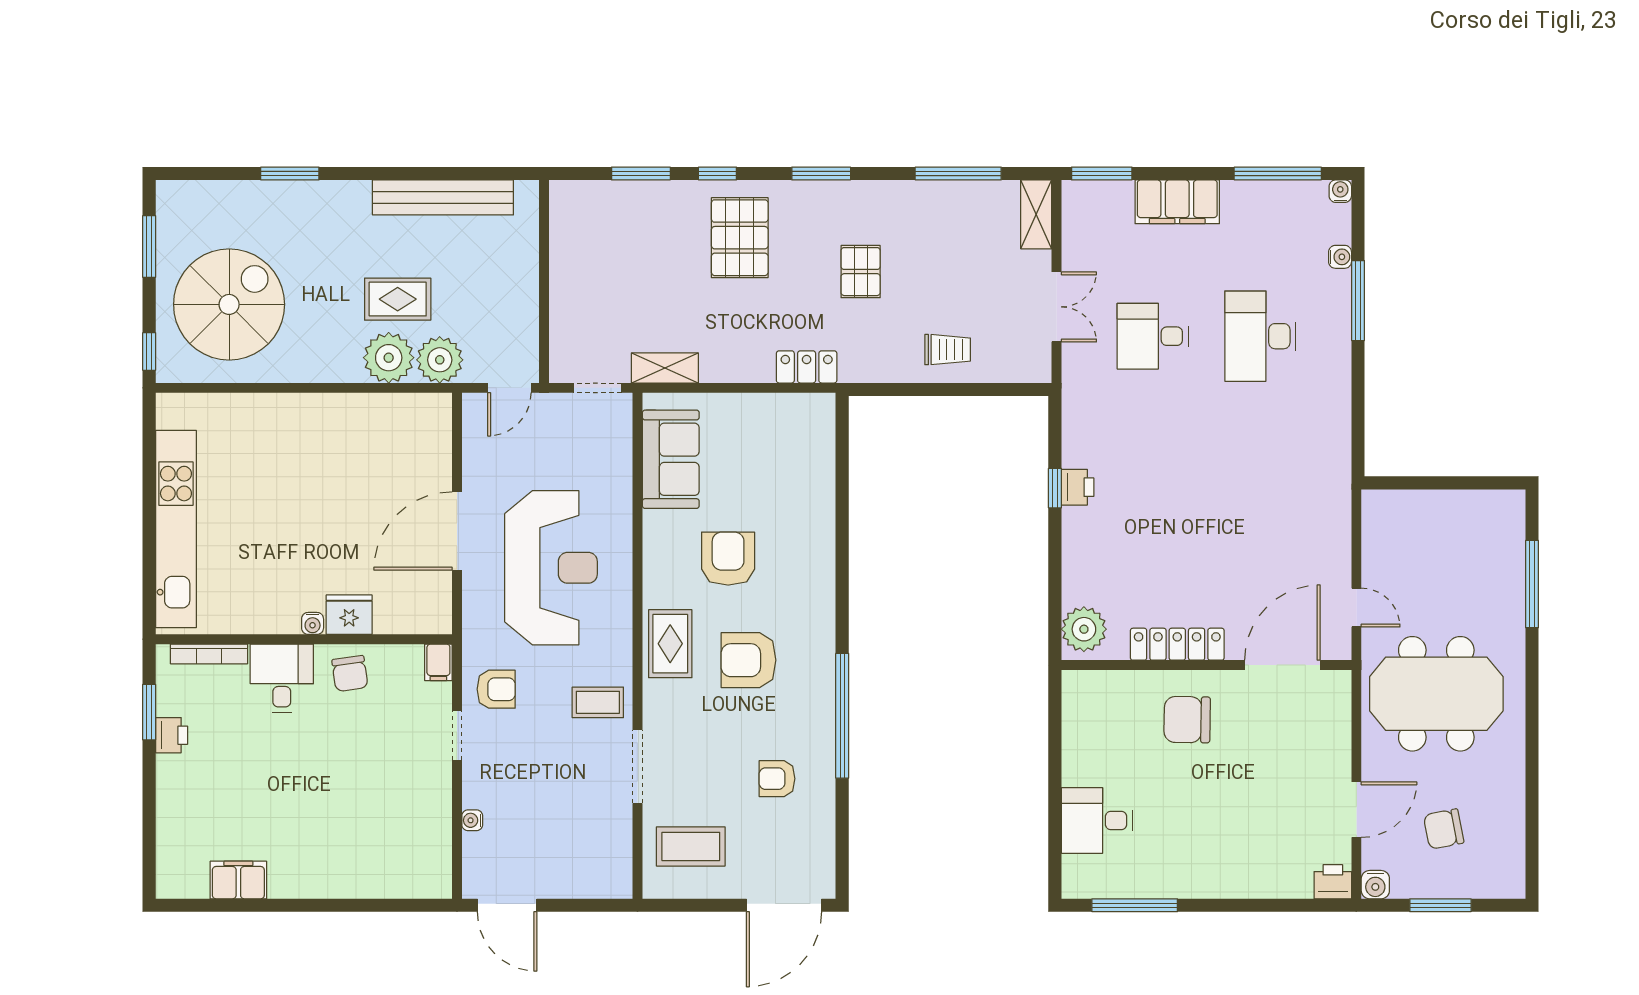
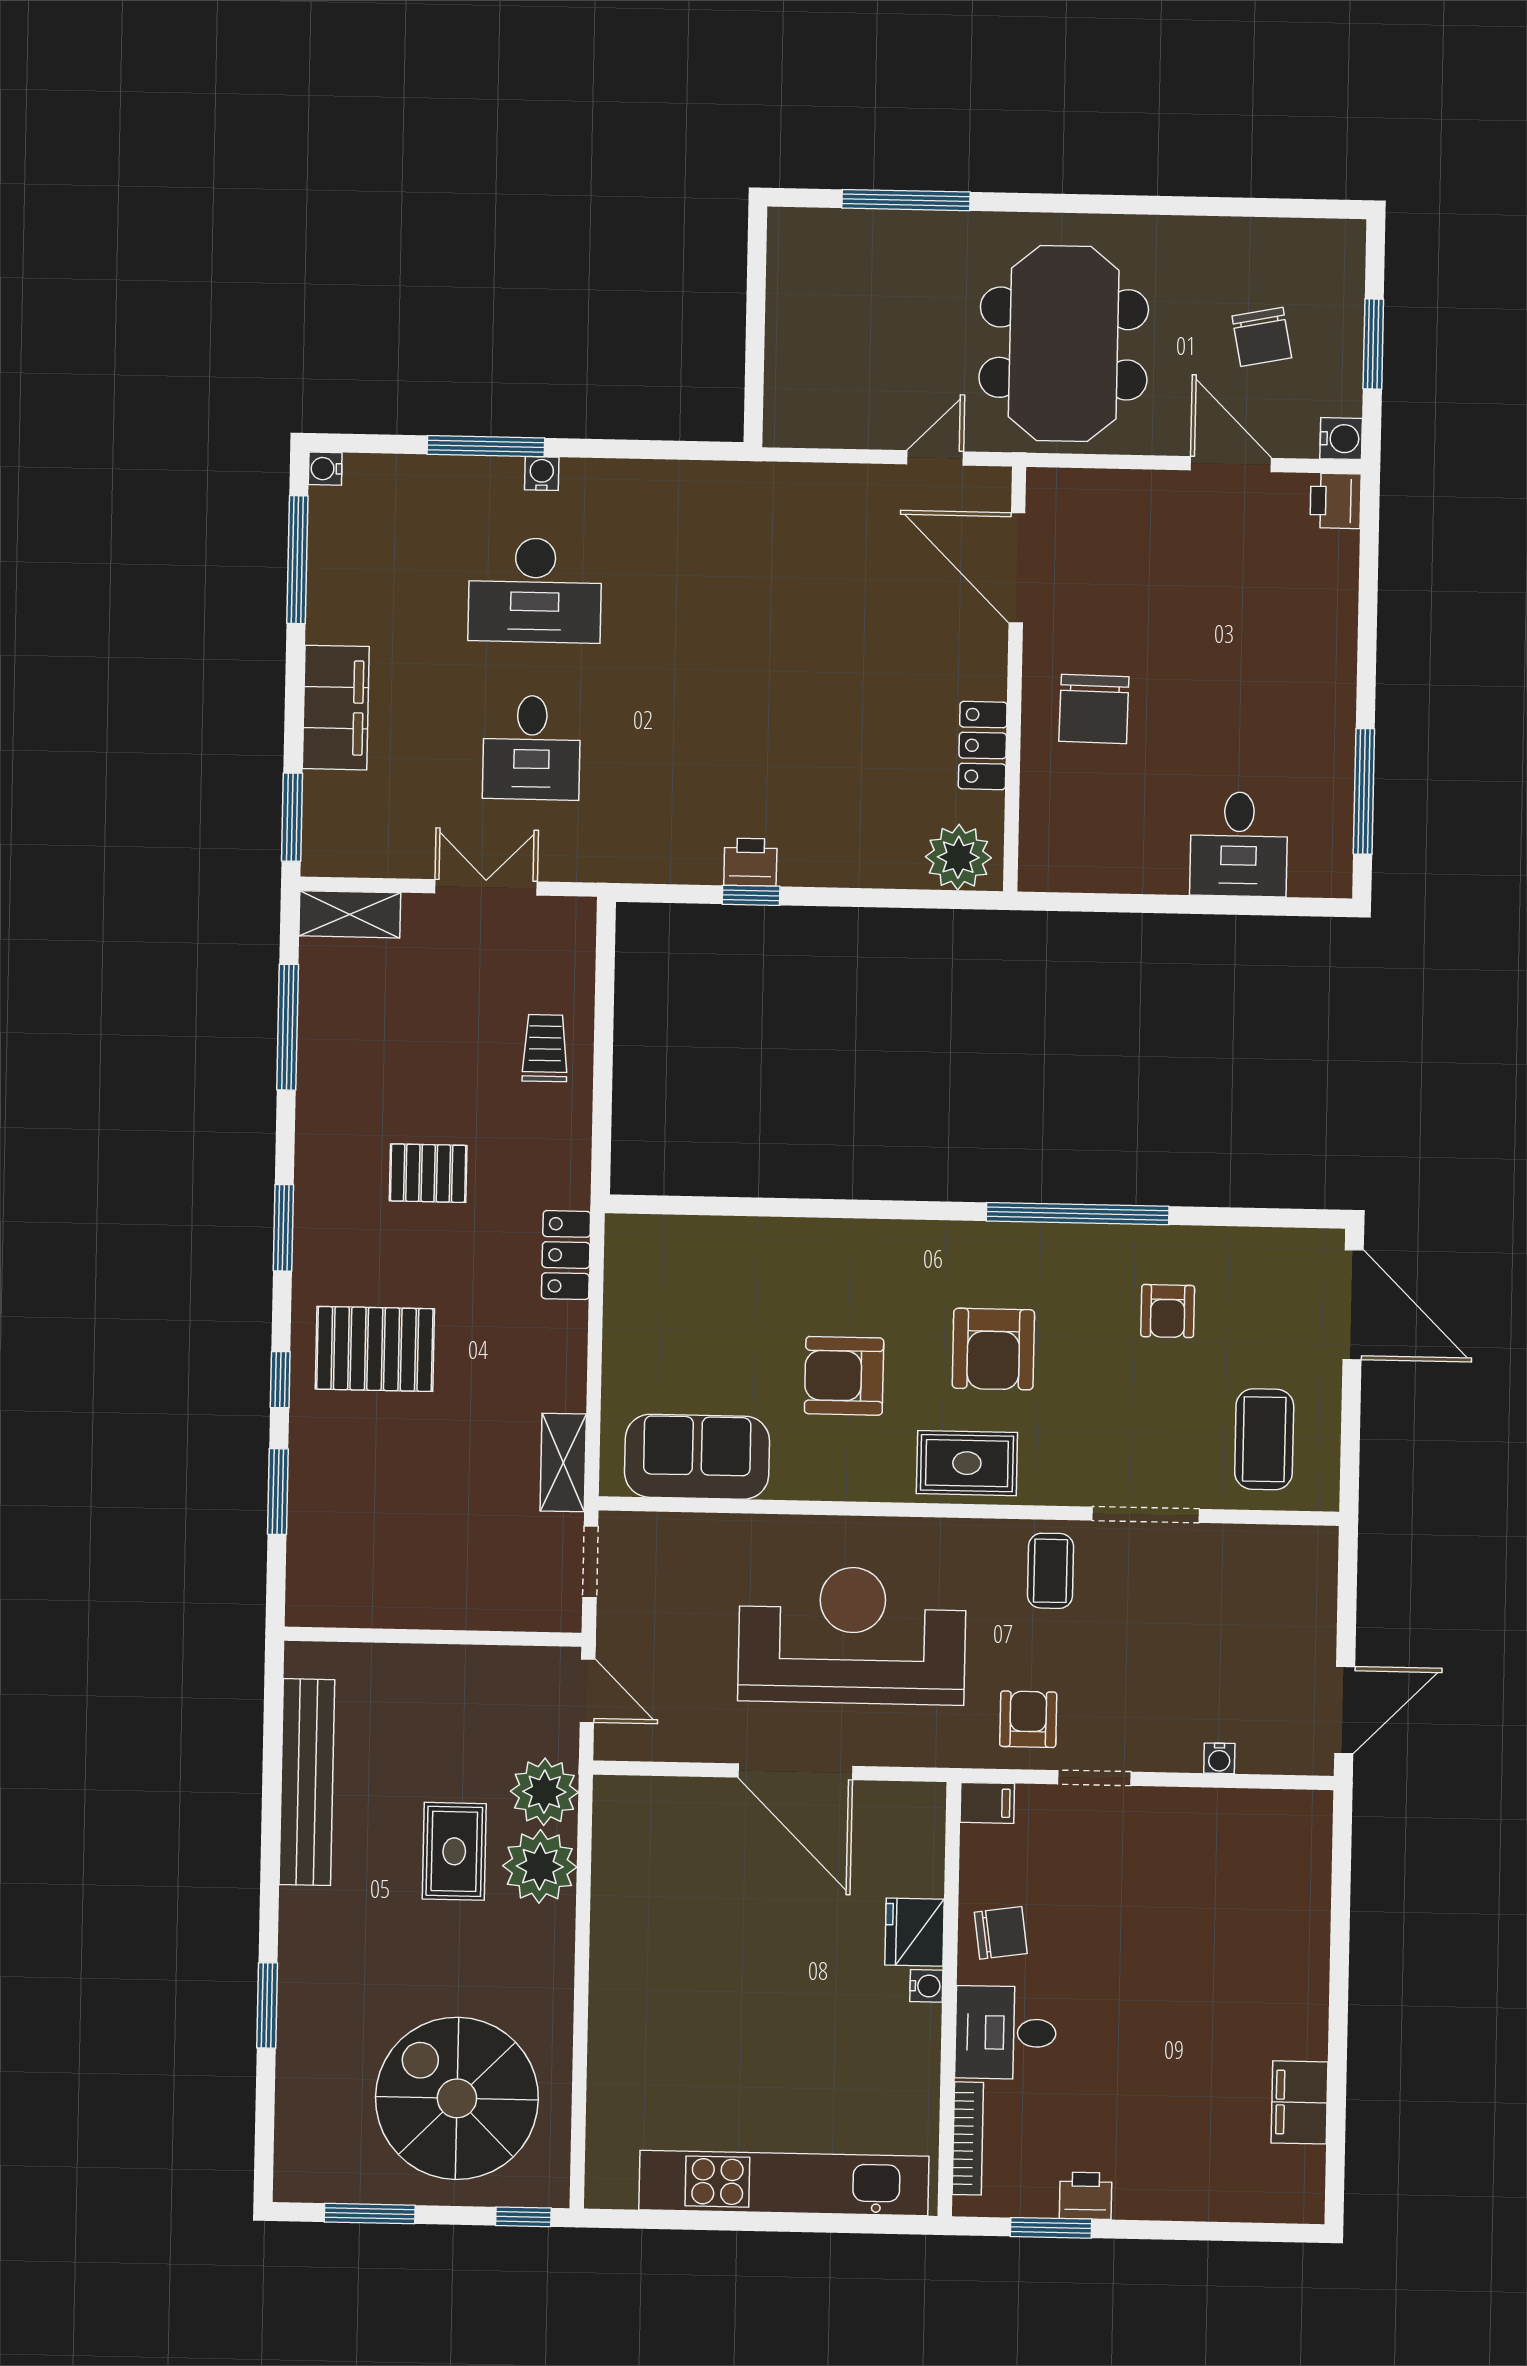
water cooler: (1340, 257) -> (542, 474), moved
locker: (1177, 644) -> (983, 745), width x0.66

